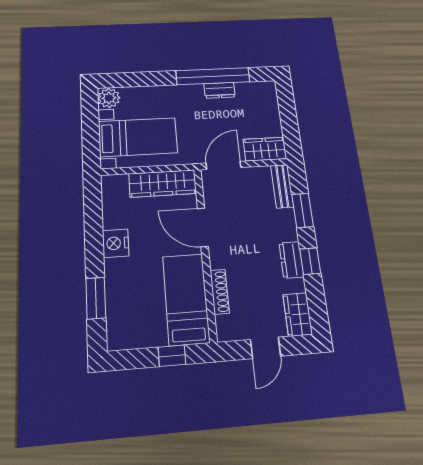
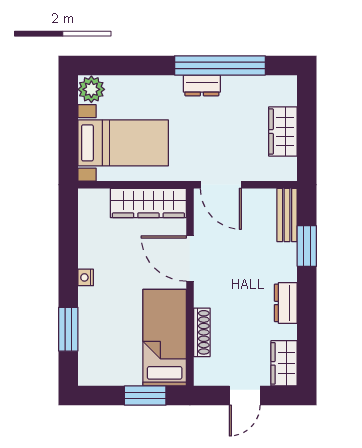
dresser: (220, 90) -> (202, 85), moved
wardrobe: (265, 149) -> (283, 132), moved, turned -90
door: (223, 165) -> (221, 185), swing flipped
nightstand: (116, 243) -> (86, 277), width x0.53, depth x0.56
window: (310, 261) -> (307, 306), removed
window: (172, 356) -> (145, 396), width x1.50

